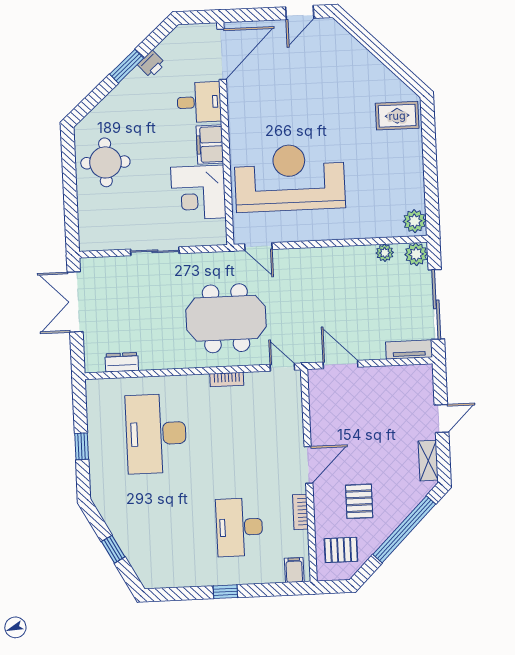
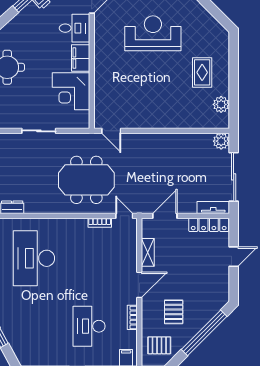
rug: (397, 116) -> (202, 72), moved, turned 90
reception desk: (290, 178) -> (153, 33), moved, width x0.74, depth x0.77
plant: (415, 221) -> (221, 104), moved
plant: (385, 253) -> (199, 139), removed
door: (341, 365) -> (165, 216), hinge flipped
locker: (404, 375) -> (209, 225), added
bookcase: (227, 380) -> (100, 223), moved
shelving: (428, 461) -> (148, 252), moved

